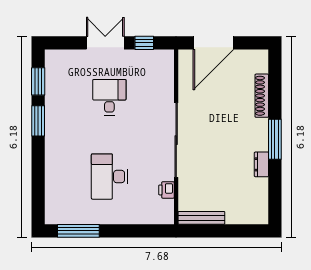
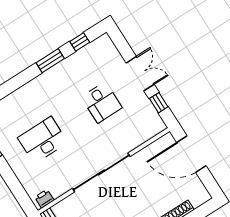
window: (38, 81) -> (80, 42), width x0.67
desk: (109, 97) -> (102, 102), turned 90
printer: (166, 190) -> (44, 199), moved

